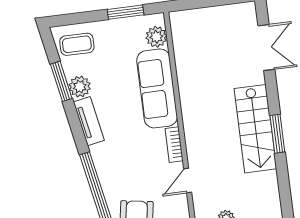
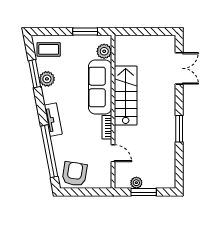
tv unit: (89, 121) -> (53, 120), moved
stairs: (255, 129) -> (126, 96), moved, turned 180
door: (188, 181) -> (113, 153), swing flipped

